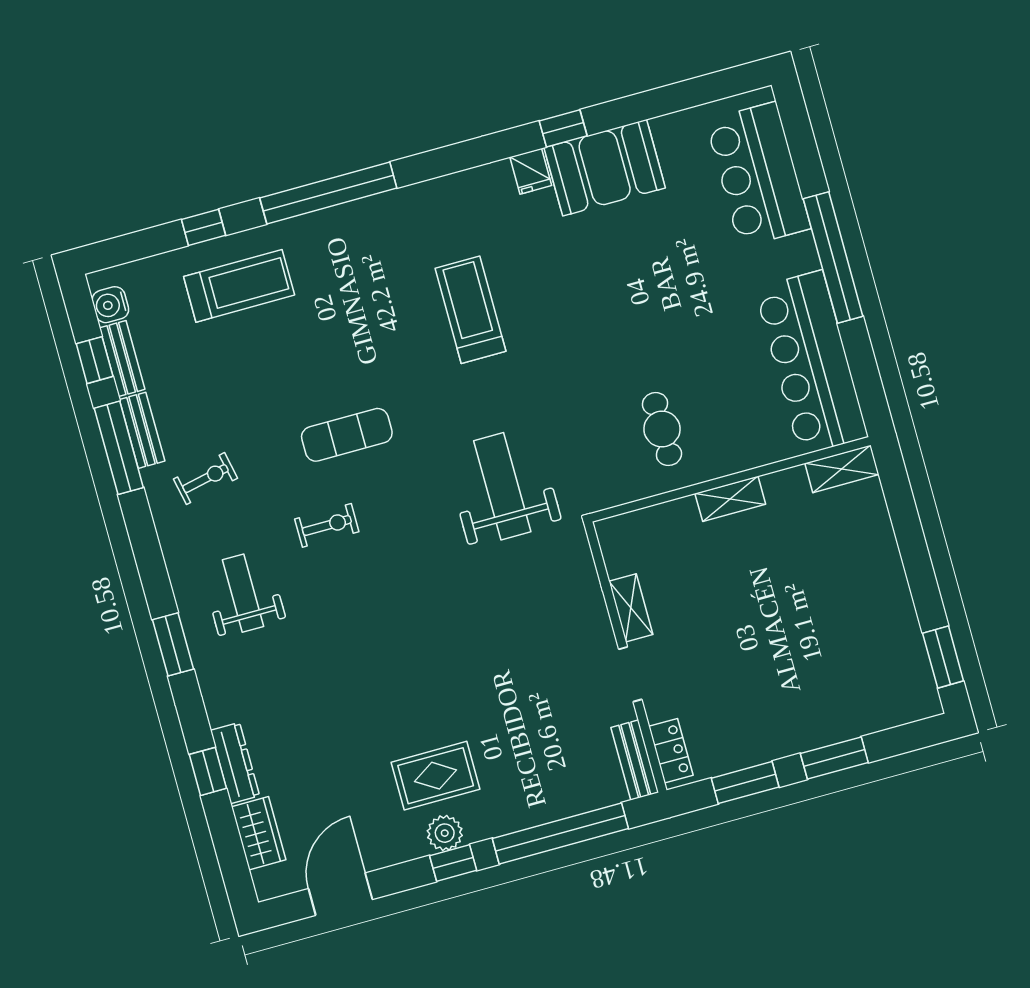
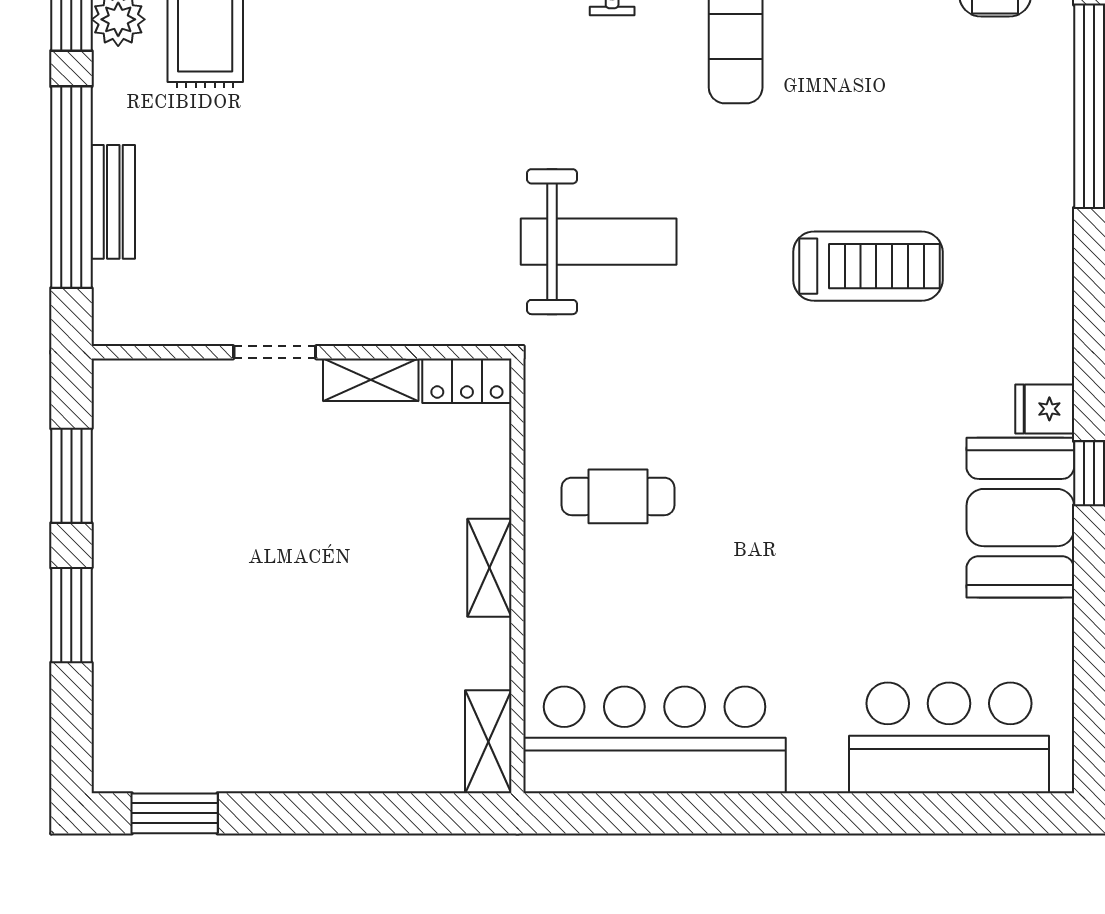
window: (833, 257) -> (799, 813), removed
locker: (671, 751) -> (467, 381), moved
bench: (635, 760) -> (113, 202), moved, turned 90

